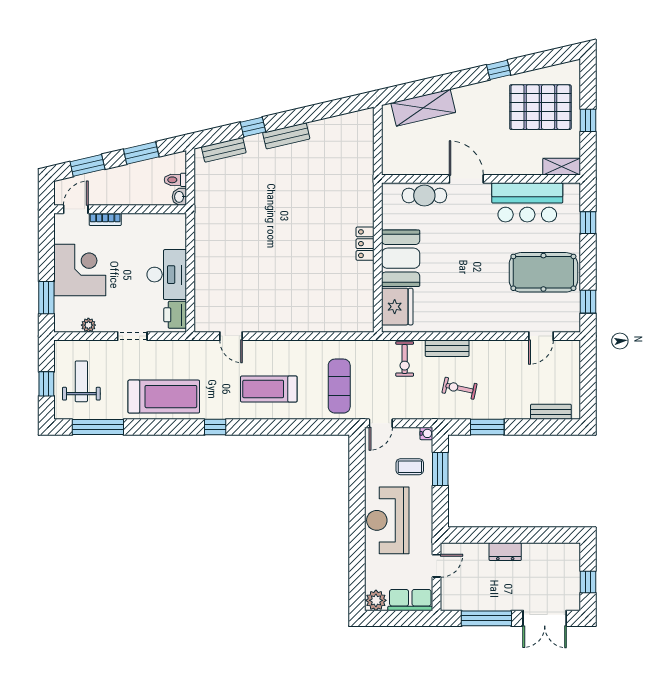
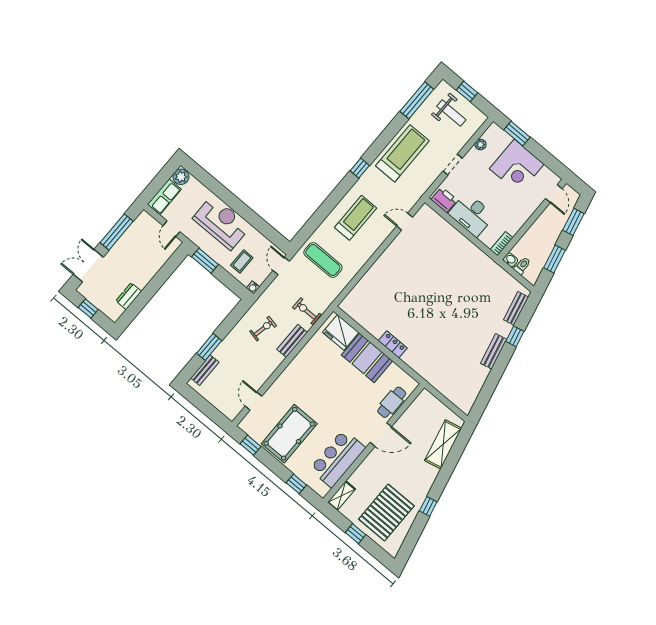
bookcase: (105, 219) -> (502, 244), moved
treadmill: (164, 397) -> (402, 153), turned 180
window: (487, 427) -> (209, 347), moved
window: (440, 469) -> (205, 261), moved
dresser: (505, 552) -> (129, 296), moved

